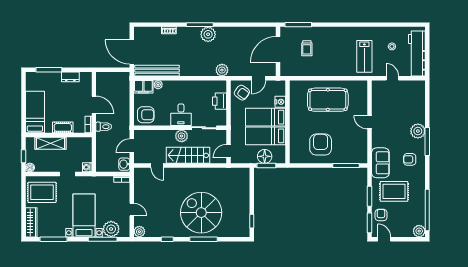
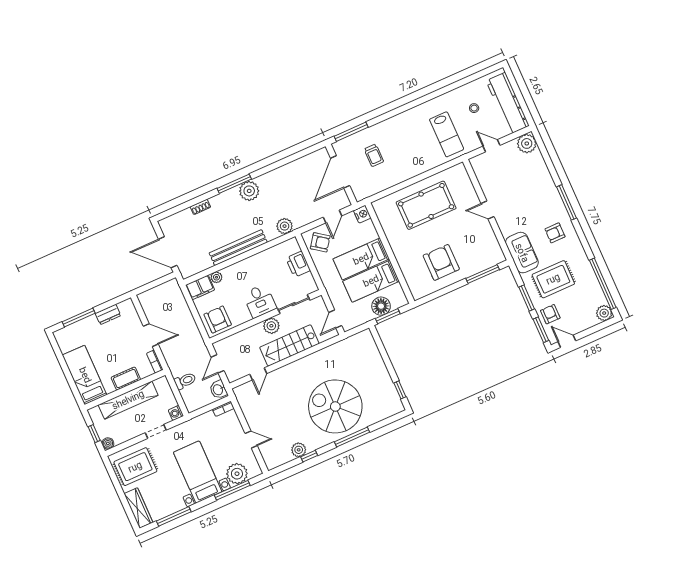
bench: (157, 71) -> (238, 248), moved
nightstand: (280, 102) -> (362, 214), moved
armchair: (146, 115) -> (218, 320), turned -90
toilet: (104, 127) -> (185, 381), moved
plant: (418, 131) -> (527, 143), moved
shelving: (51, 143) -> (128, 400), width x1.47
door: (157, 166) -> (258, 374), hinge flipped
plant: (139, 232) -> (299, 450), moved

